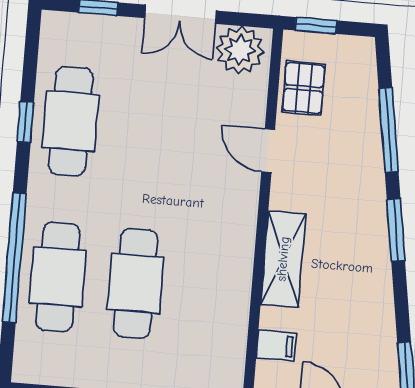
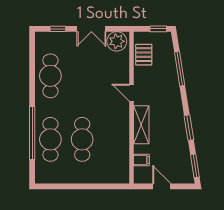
window: (316, 25) -> (158, 29), moved
window: (25, 122) -> (32, 78), removed
door: (268, 151) -> (131, 93), moved
window: (396, 230) -> (189, 128), moved

